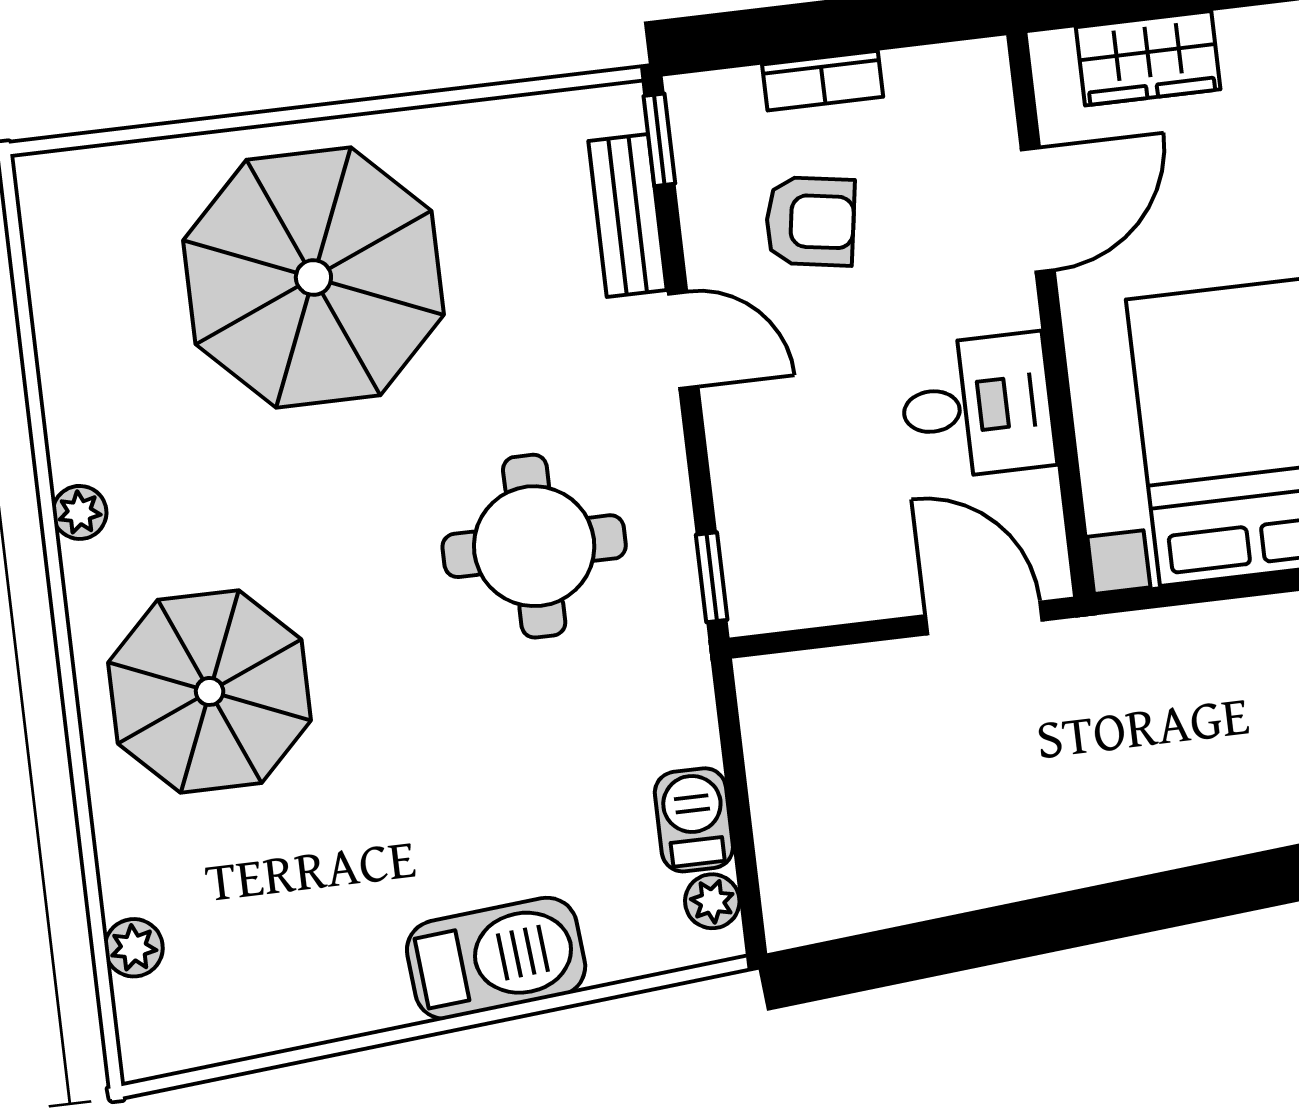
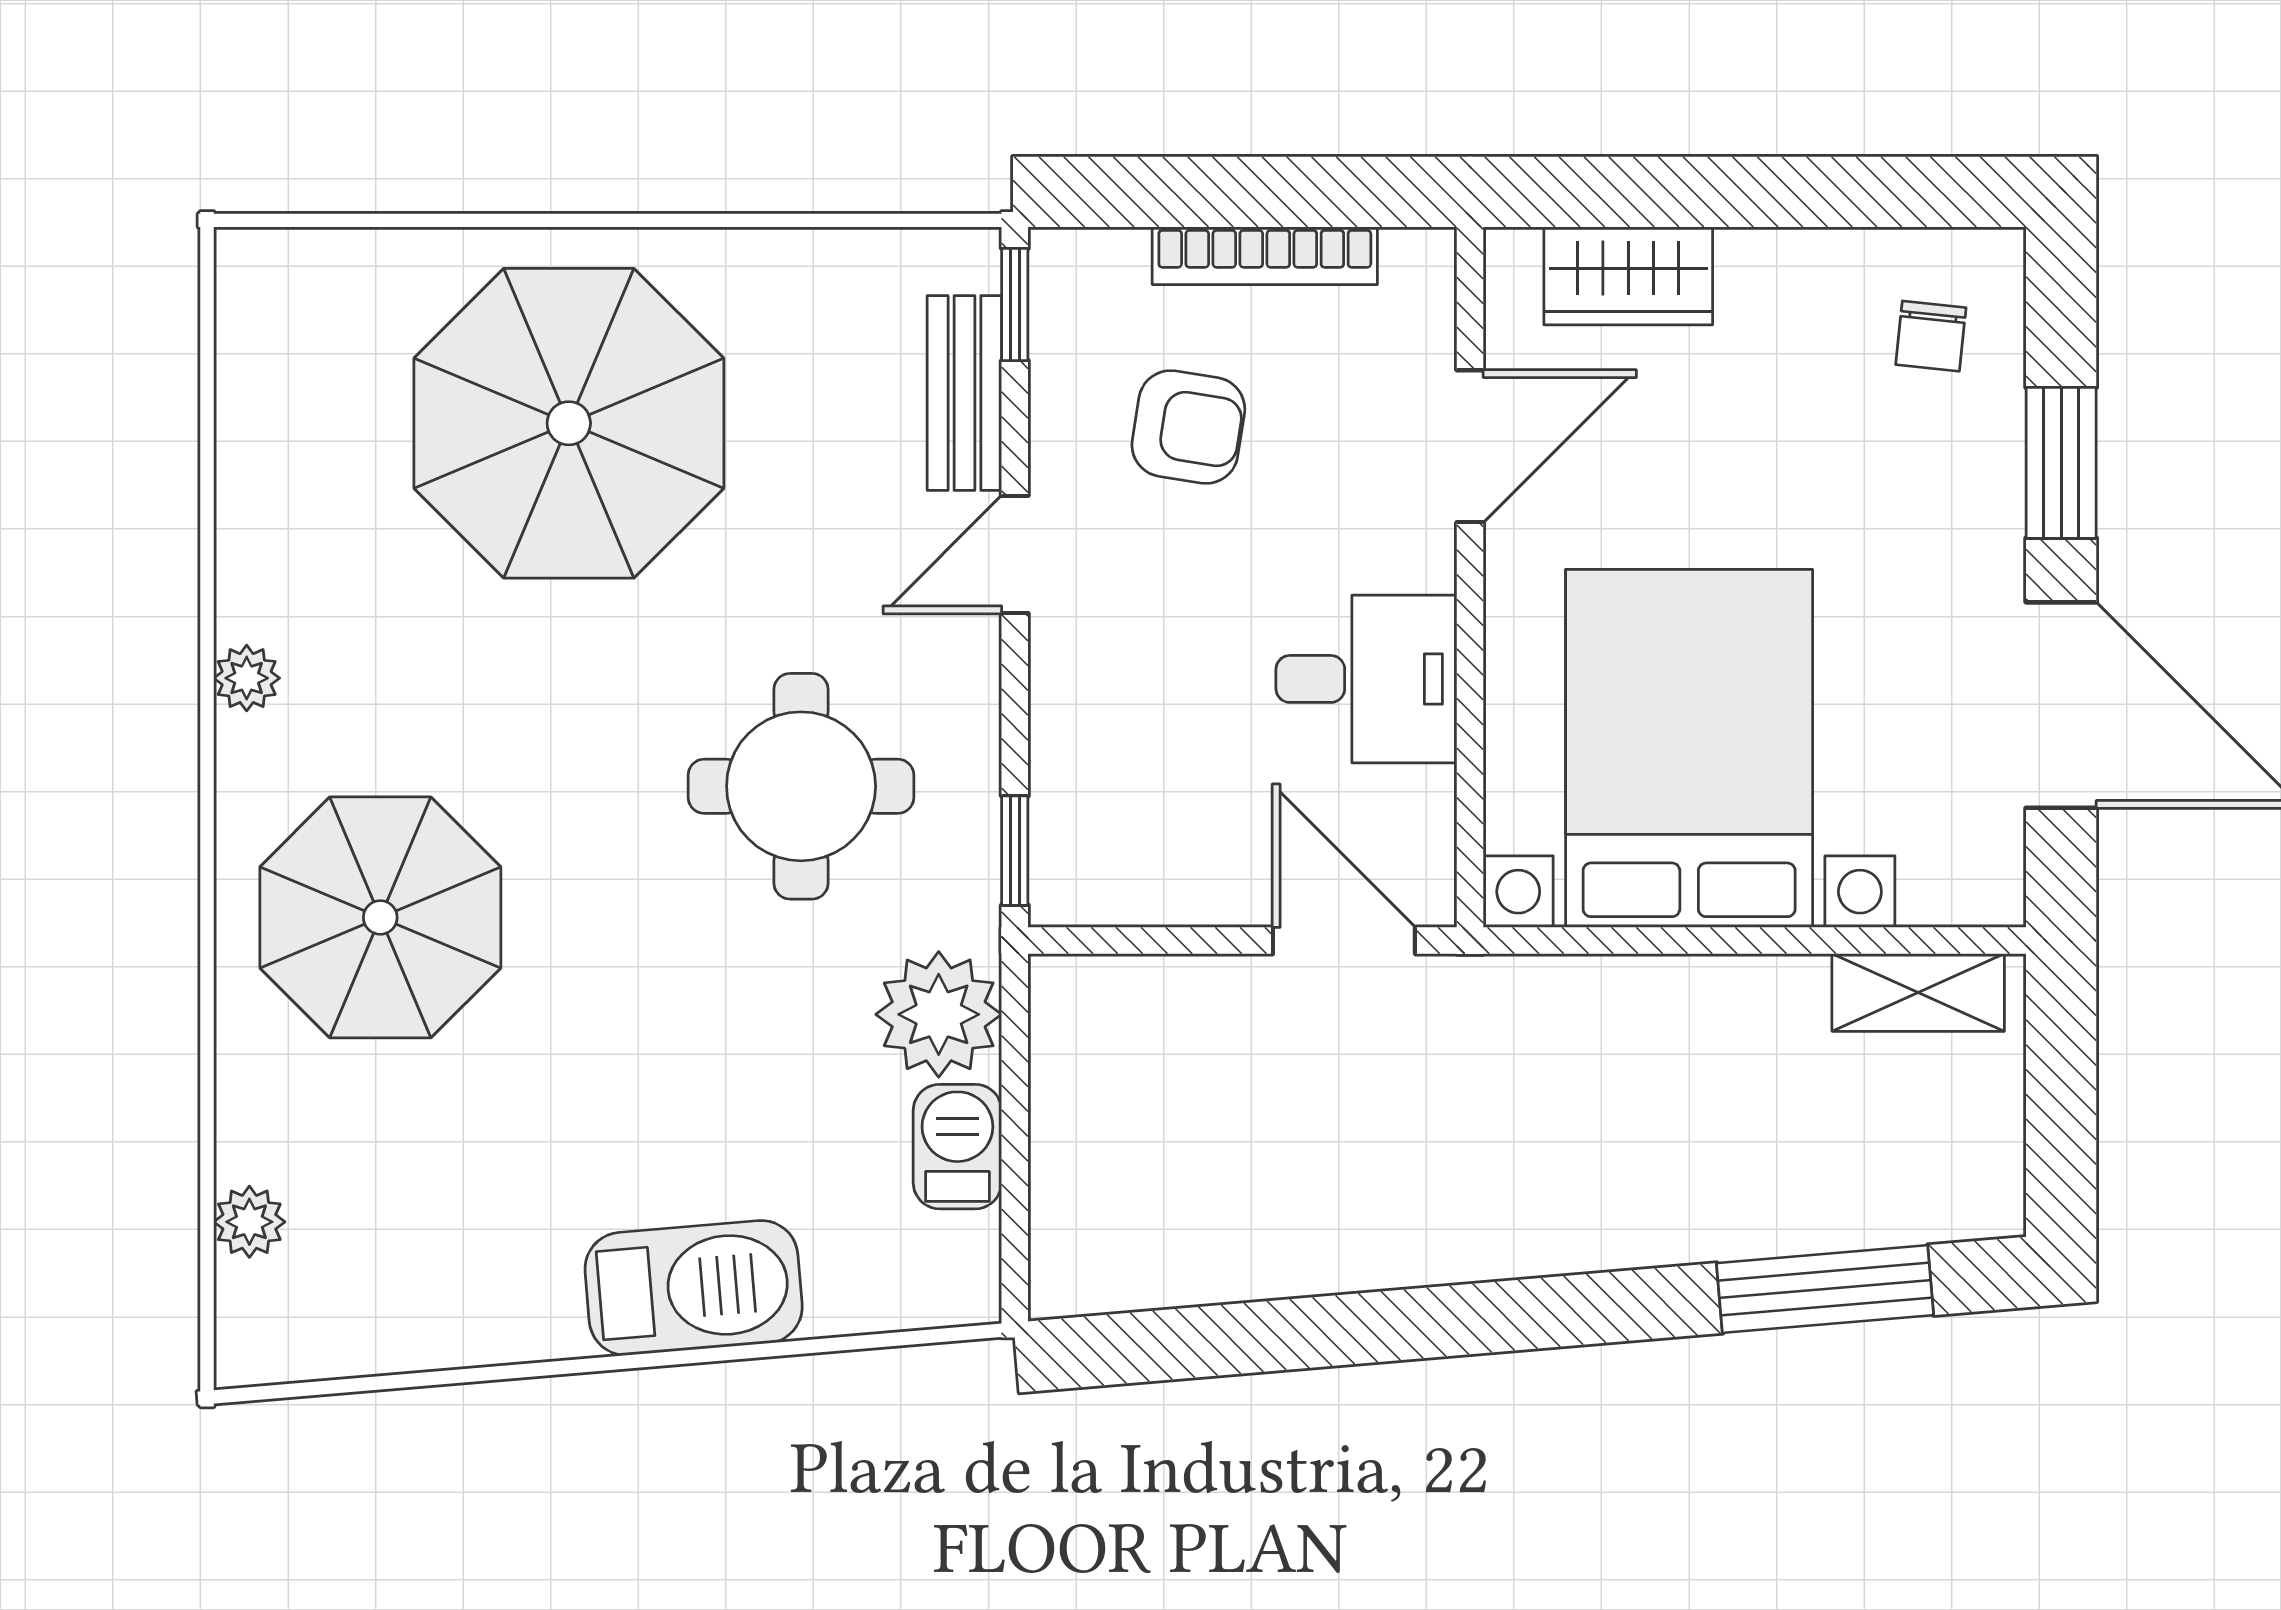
bookcase: (823, 81) -> (1265, 256), width x1.56
door: (683, 340) -> (1015, 555), swing flipped
plant: (712, 901) -> (939, 1014), moved, width x1.88, depth x1.88

